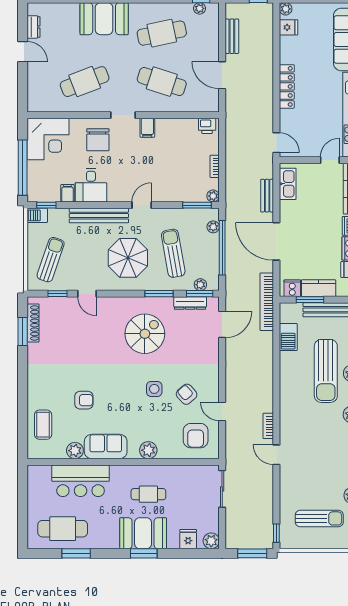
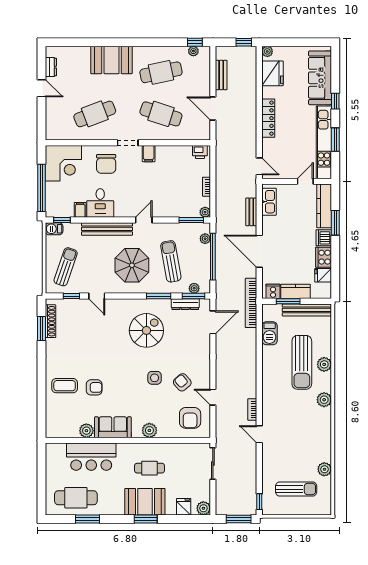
fridge: (288, 27) -> (272, 73), width x1.88, depth x1.34
coffee table: (43, 425) -> (65, 386), moved, turned 90

